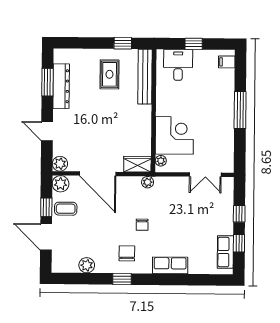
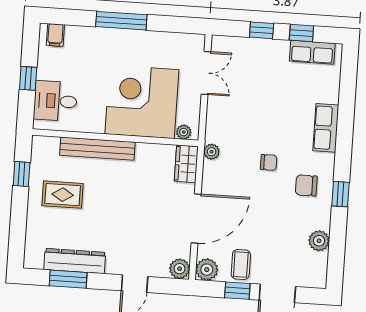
bench: (145, 77) -> (97, 149), moved
corner desk: (174, 135) -> (142, 102), width x1.36, depth x1.36

